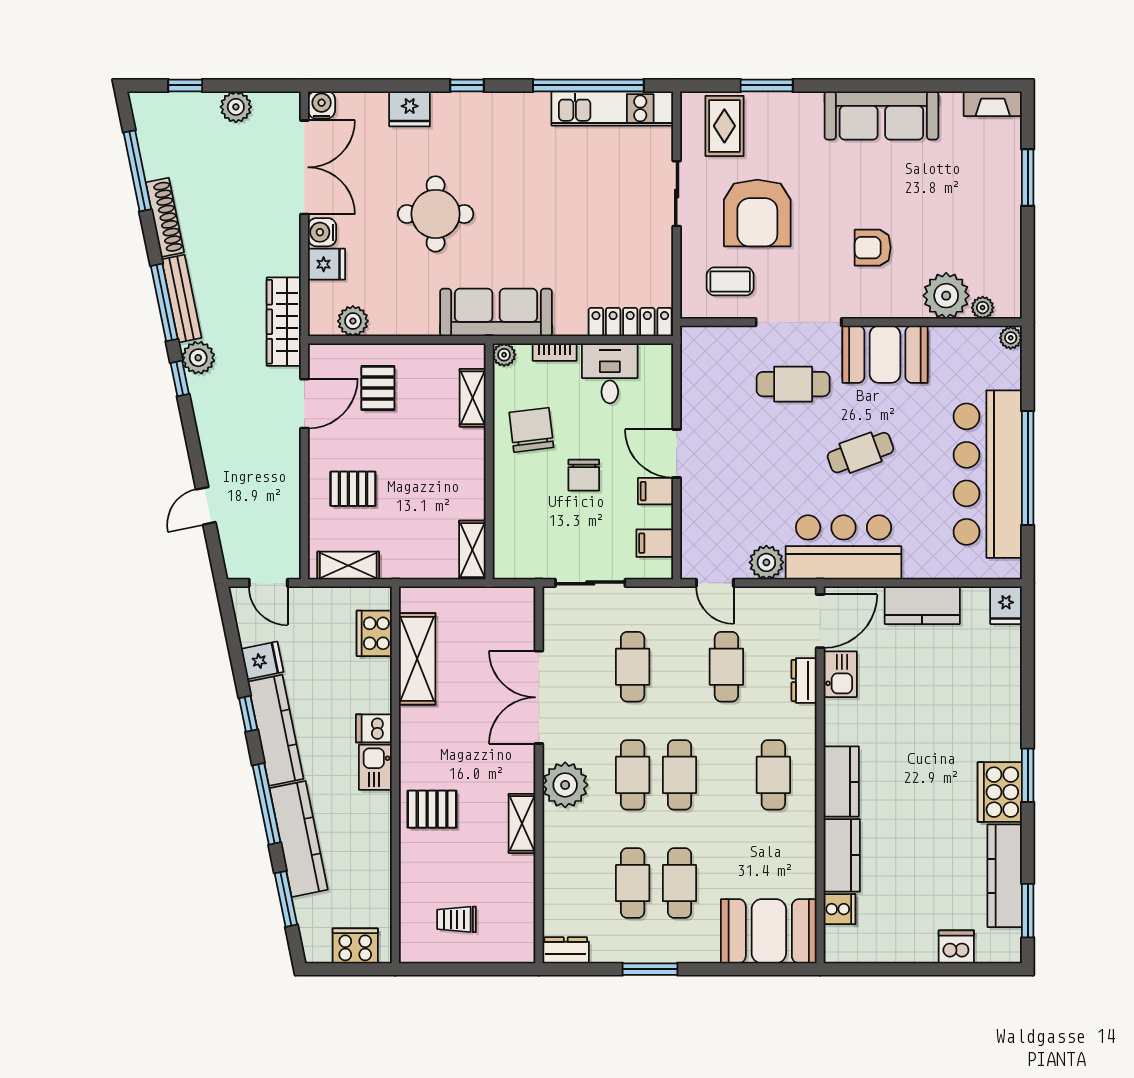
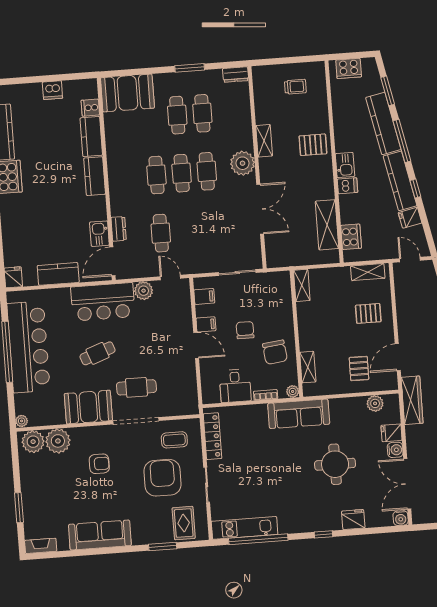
plant: (983, 308) -> (33, 442), width x1.88, depth x1.88
locker: (630, 322) -> (212, 436), moved, turned -90
cafe table: (633, 667) -> (211, 229), removed
cafe table: (773, 775) -> (156, 175), moved
dishwasher: (956, 947) -> (52, 90), moved

